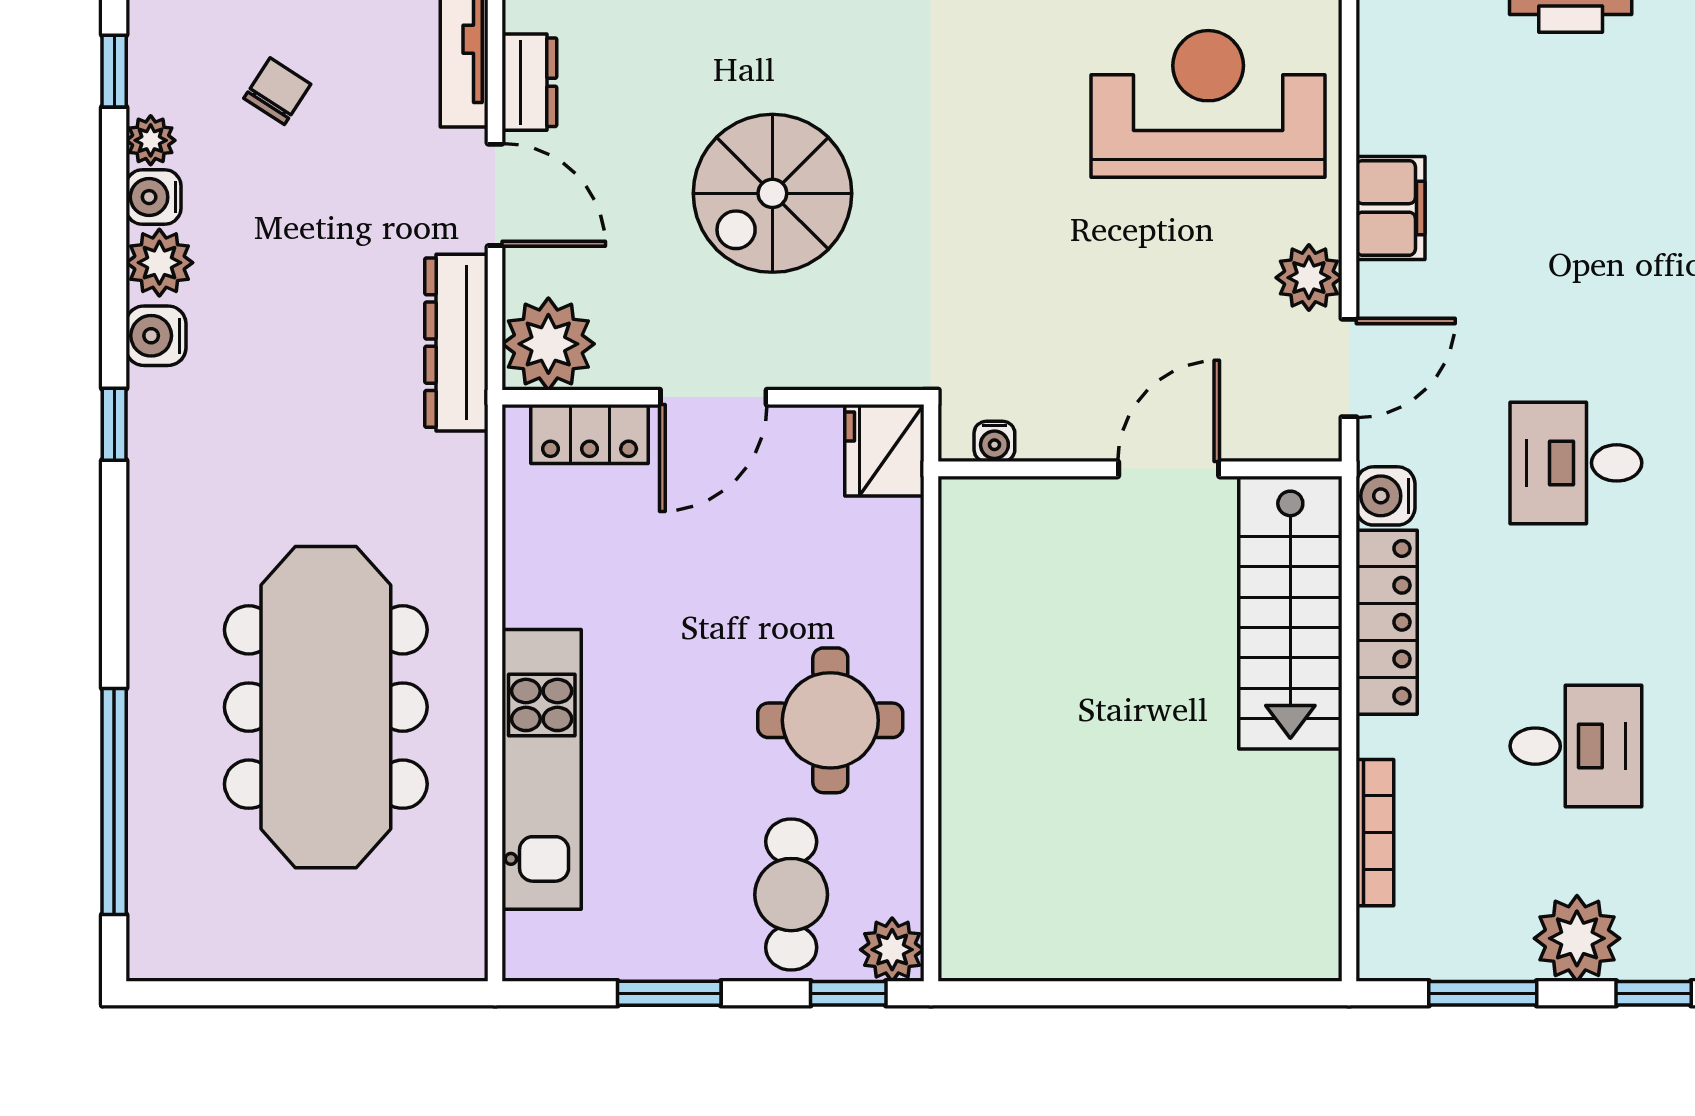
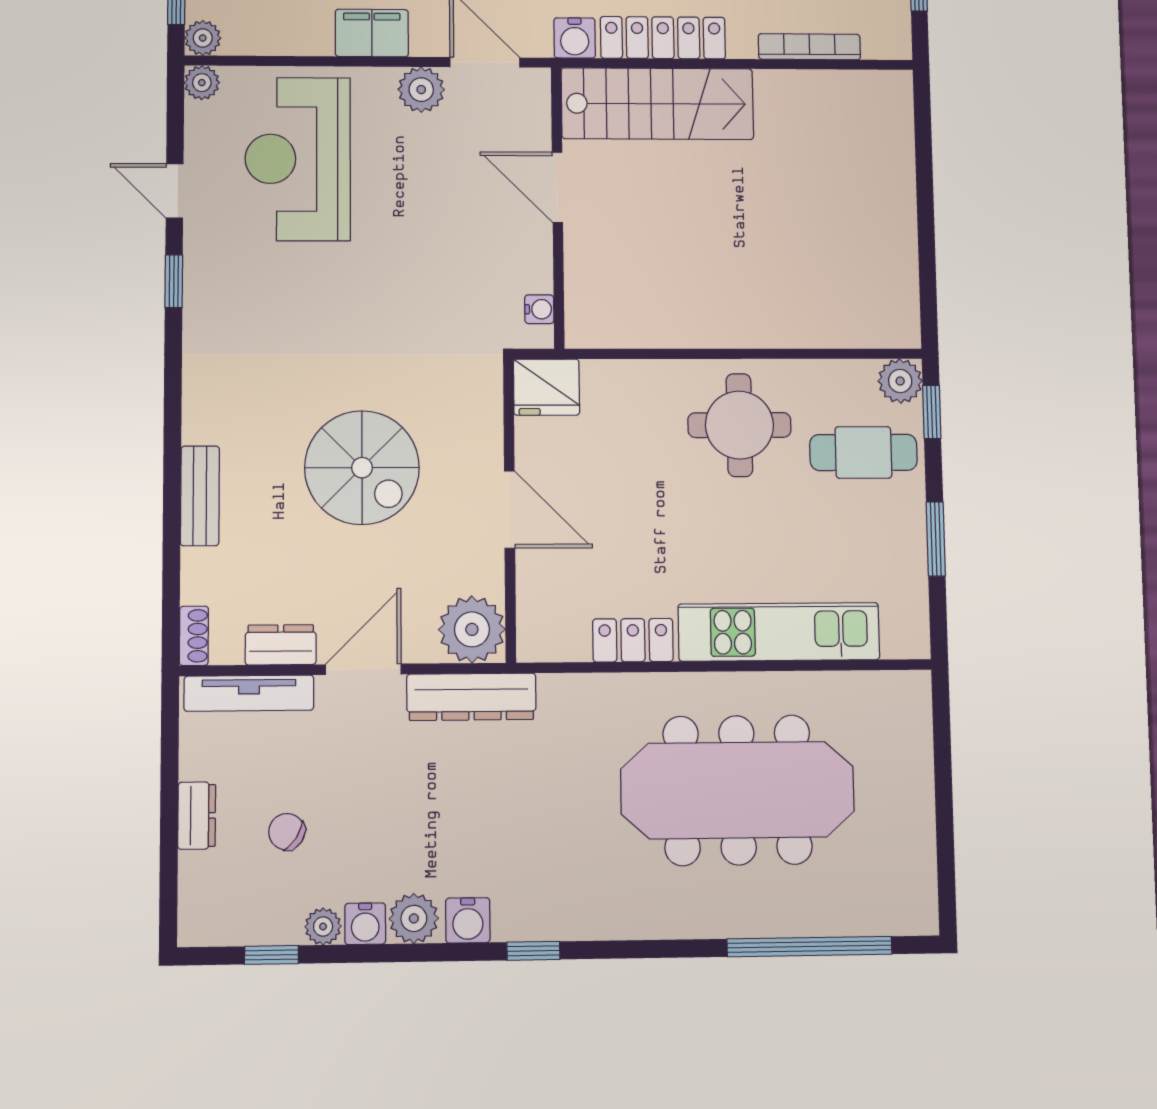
locker: (590, 434) -> (633, 640), moved, turned -90

